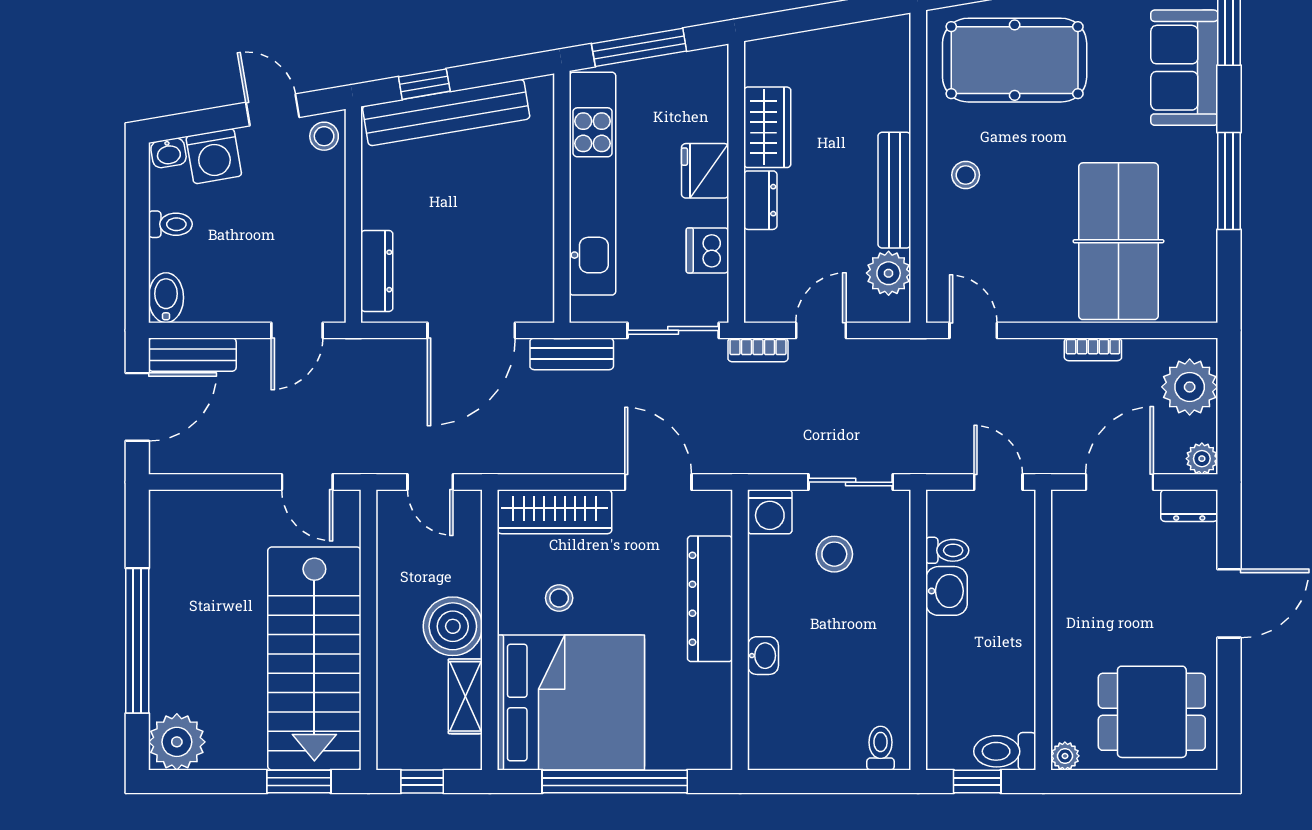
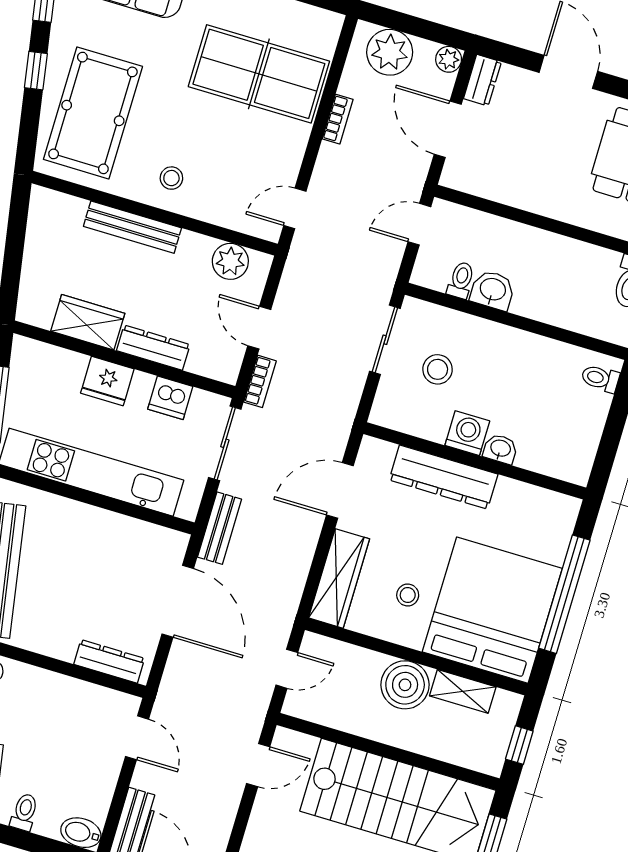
bench: (894, 190) -> (132, 227), moved
dresser: (760, 200) -> (153, 348), width x1.44
washing machine: (770, 512) -> (467, 433), moved, turned -90

